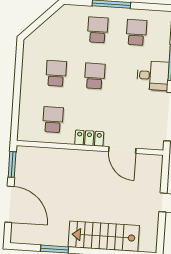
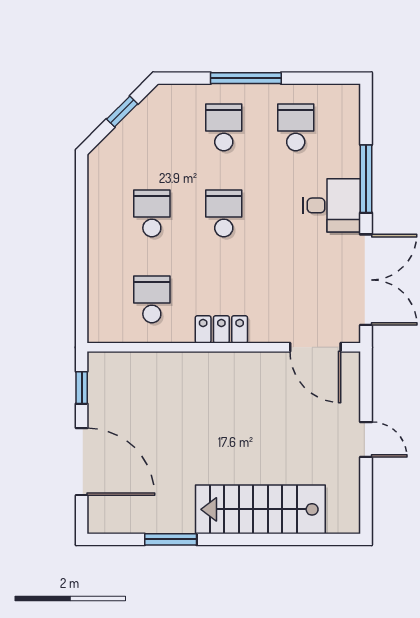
window: (44, 18) -> (122, 111), added
door: (122, 150) -> (315, 347), moved
window: (12, 164) -> (82, 388), width x0.67

